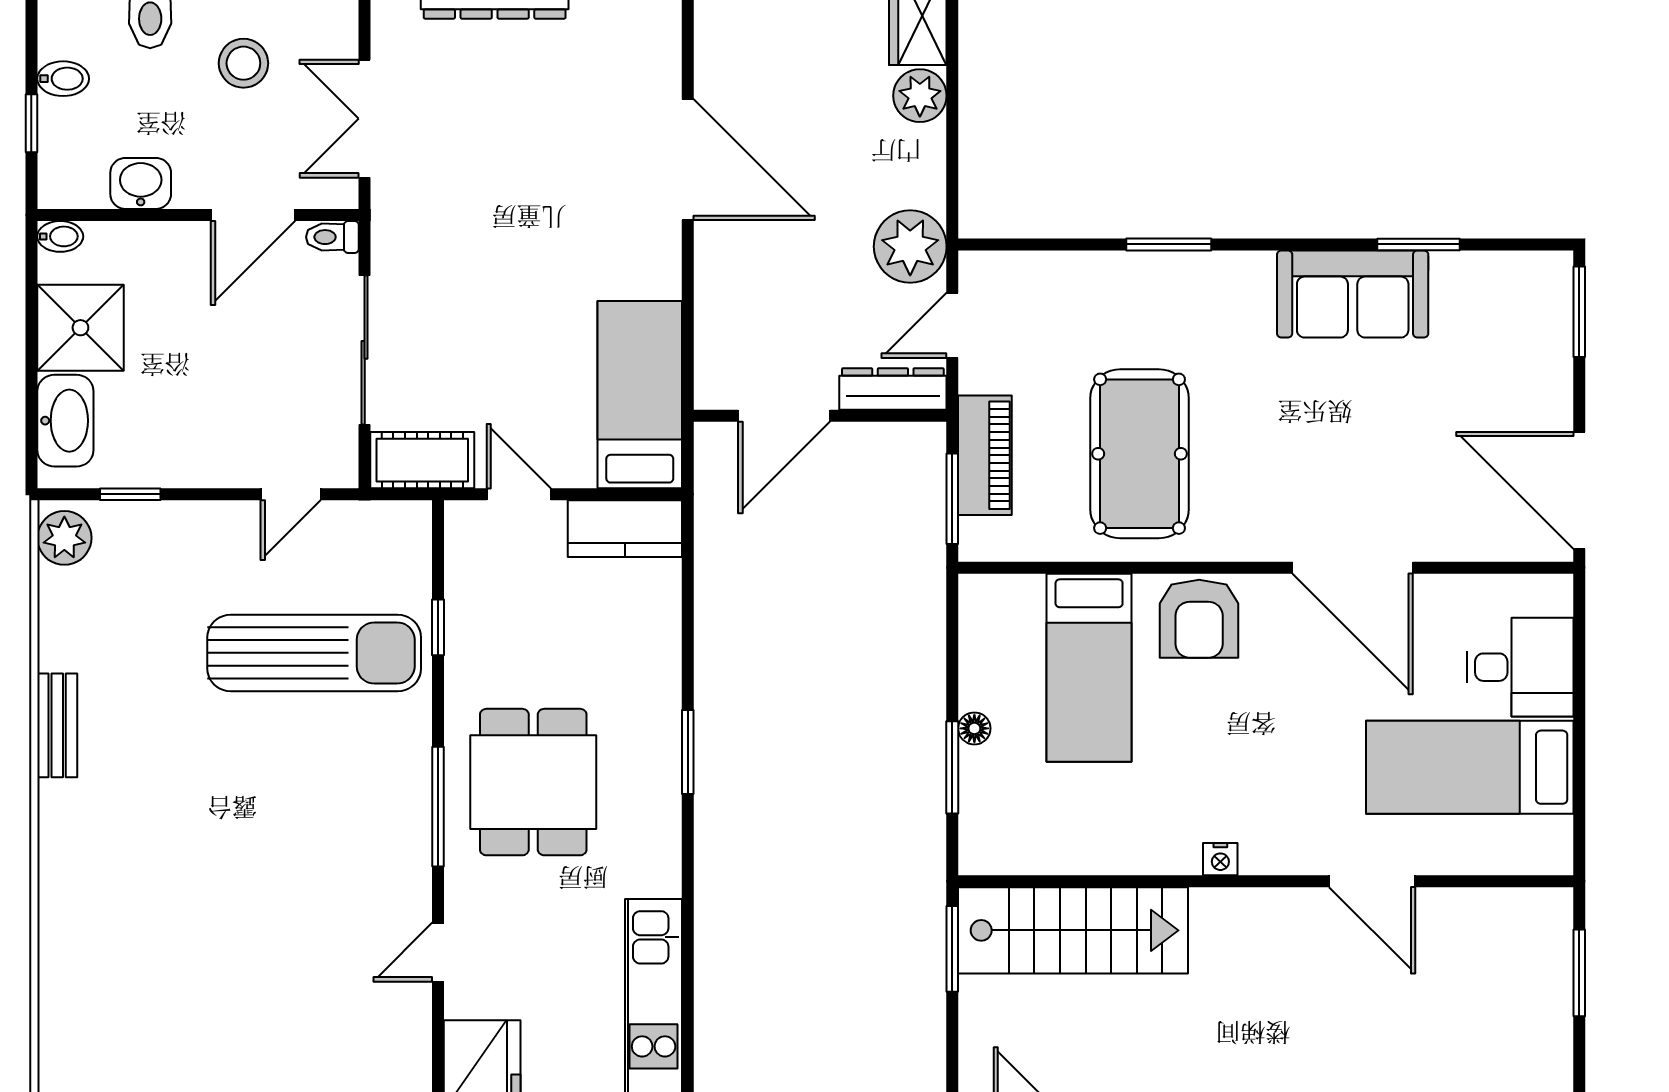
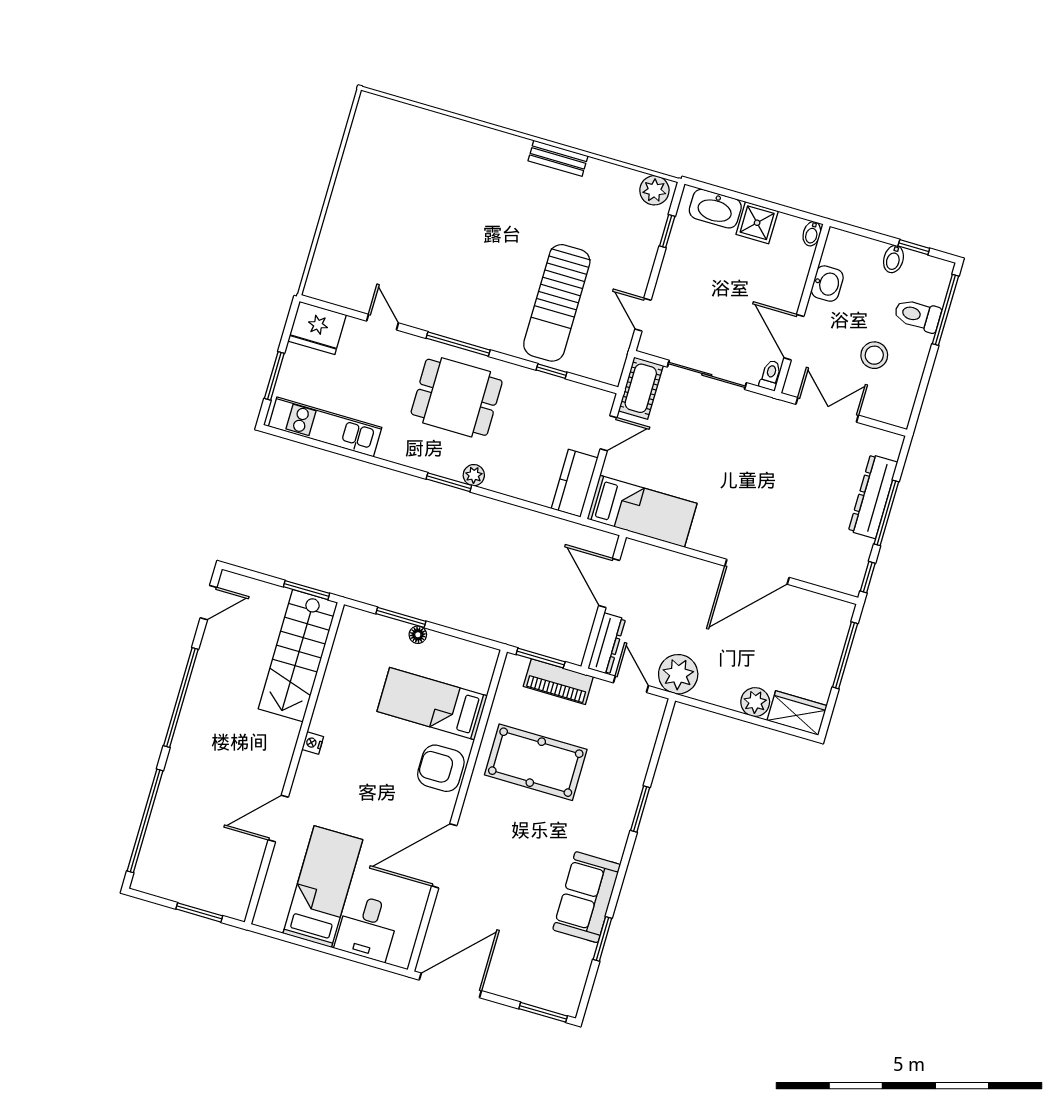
window: (31, 123) -> (914, 247), moved
shower: (80, 328) -> (757, 223), width x0.73, depth x0.73
plant: (662, 711) -> (474, 475), added

